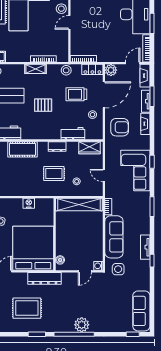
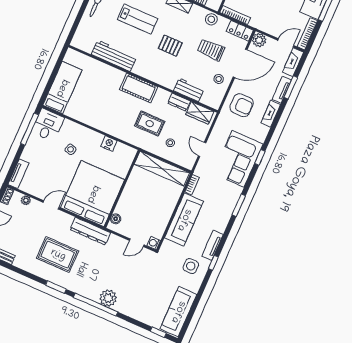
dresser: (57, 146) -> (179, 102), moved
cot: (22, 149) -> (139, 88), moved
side table: (118, 269) -> (191, 266), moved

